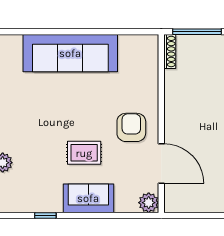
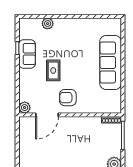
armchair: (131, 127) -> (68, 98), turned 180
sofa: (88, 198) -> (27, 54), moved

